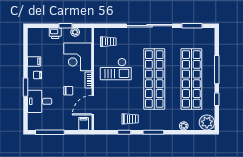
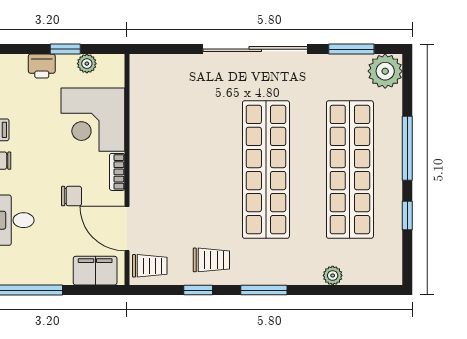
trolley: (108, 42) -> (150, 266), moved
checkout: (116, 69) -> (179, 147), removed
door: (93, 105) -> (127, 229), hinge flipped
plant: (207, 122) -> (385, 71), moved
filing cabinet: (84, 124) -> (95, 271), width x2.00

